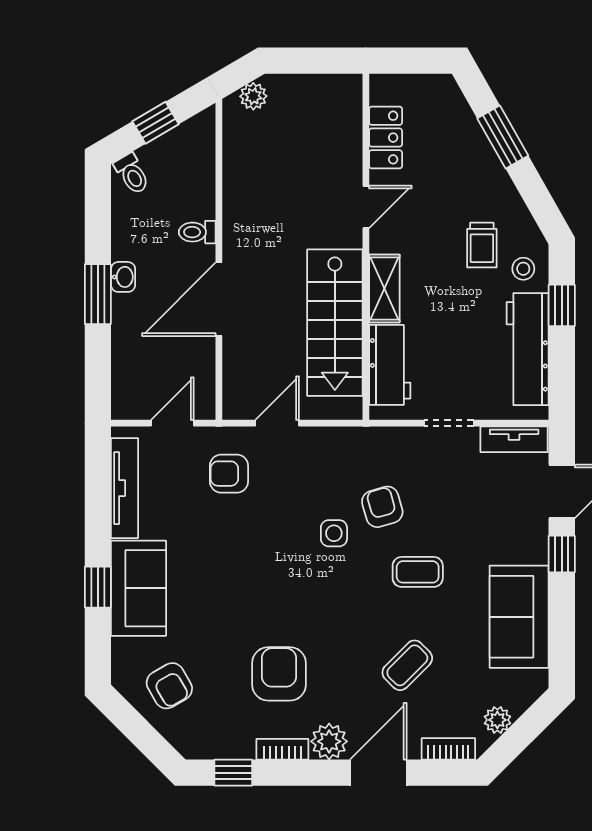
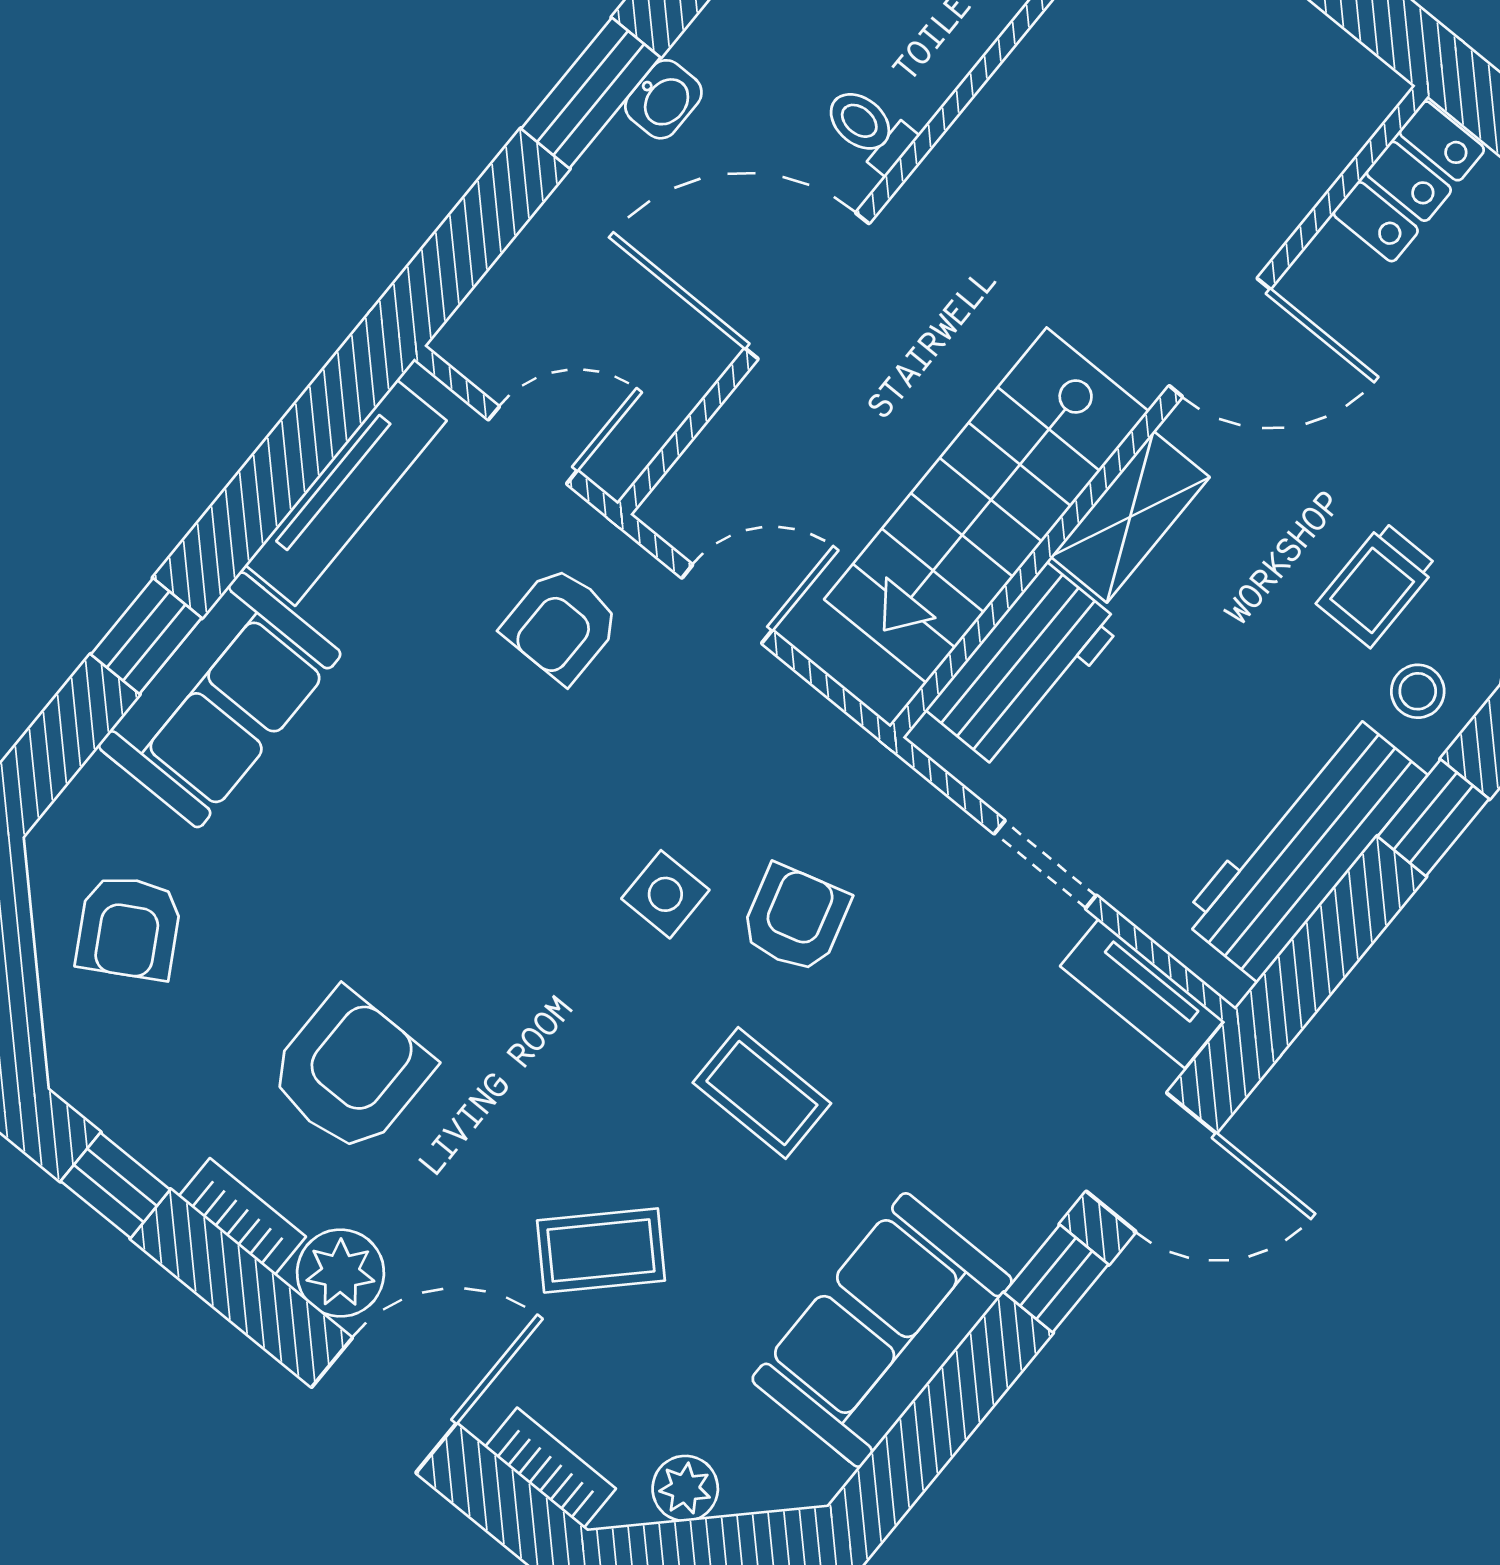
locker: (386, 138) -> (1409, 181), moved
door: (366, 207) -> (1220, 337), width x1.38
armchair: (229, 474) -> (561, 624), turned -90

